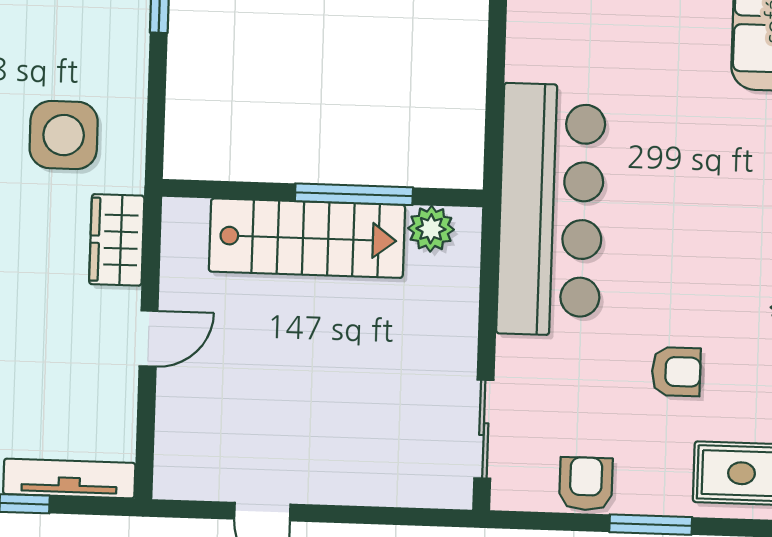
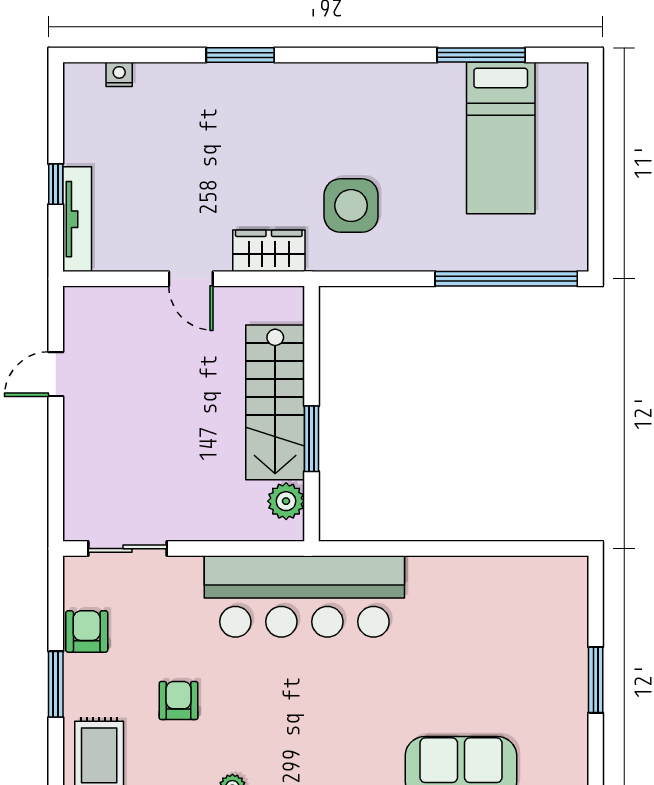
window: (354, 194) -> (312, 439), width x0.69
armchair: (676, 372) -> (179, 701), turned 180
armchair: (586, 484) -> (87, 631), turned -90

